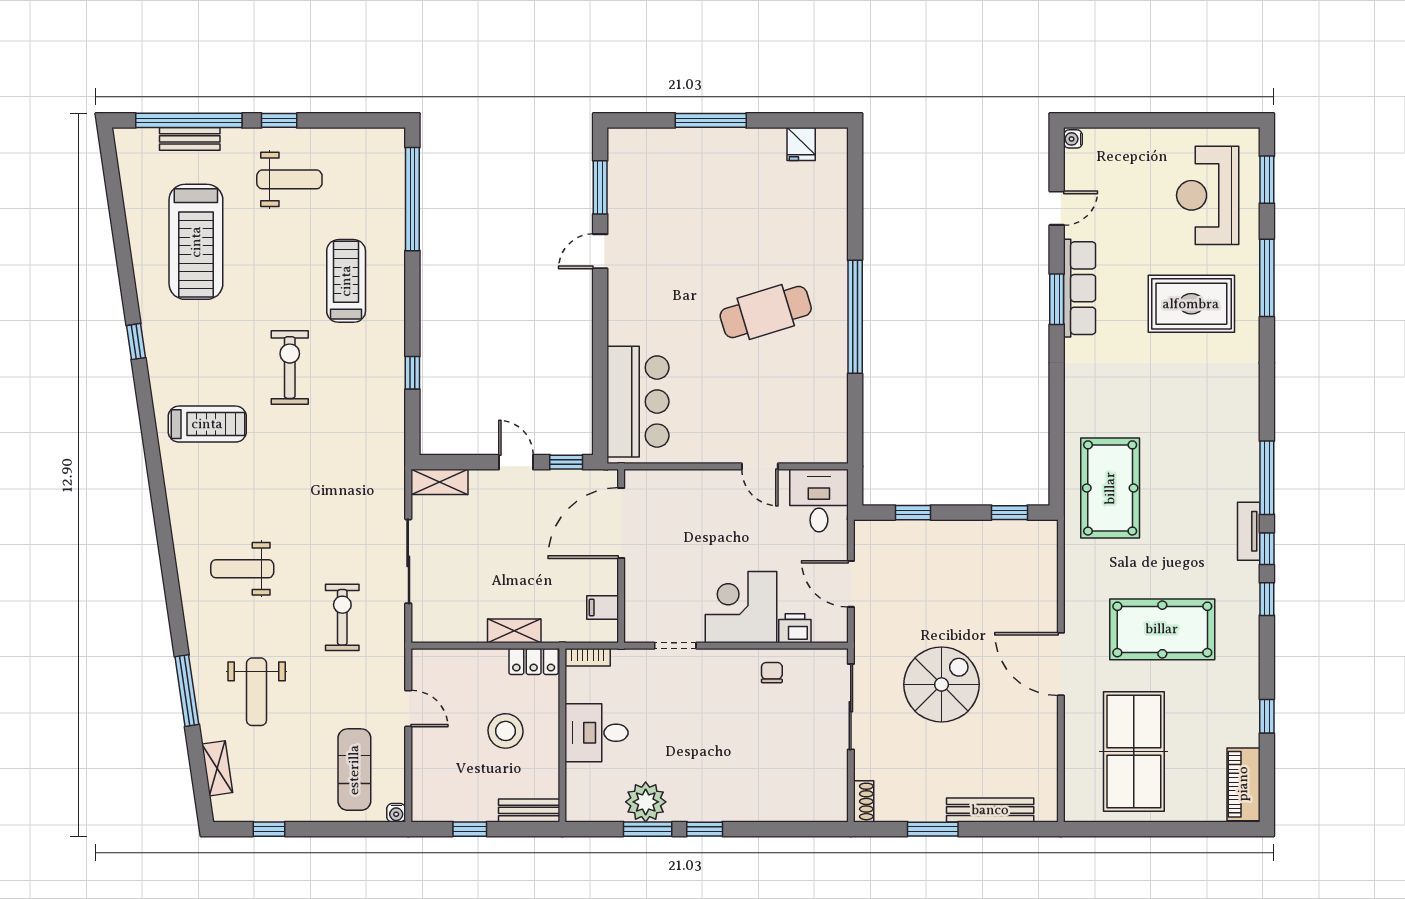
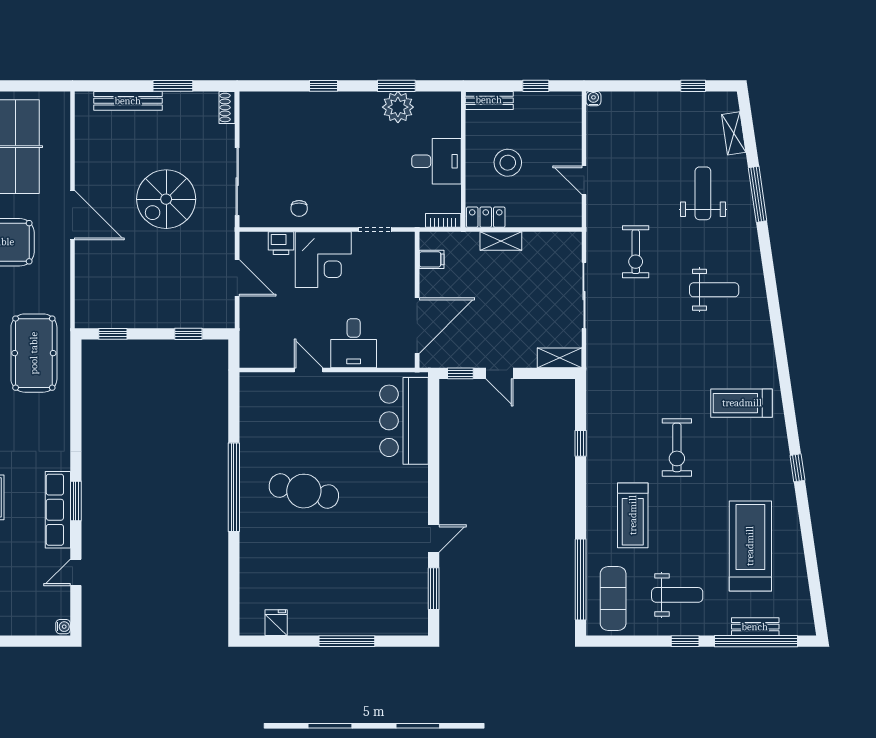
weight bench: (289, 179) -> (677, 595), turned 180
cafe table: (766, 312) -> (304, 491), turned 30
desk: (819, 501) -> (354, 343), moved
exercise mat: (354, 770) -> (613, 599), moved
window: (705, 829) -> (323, 86), moved

